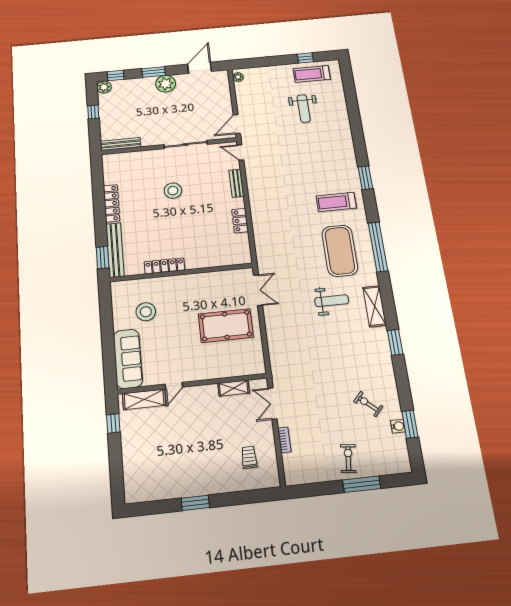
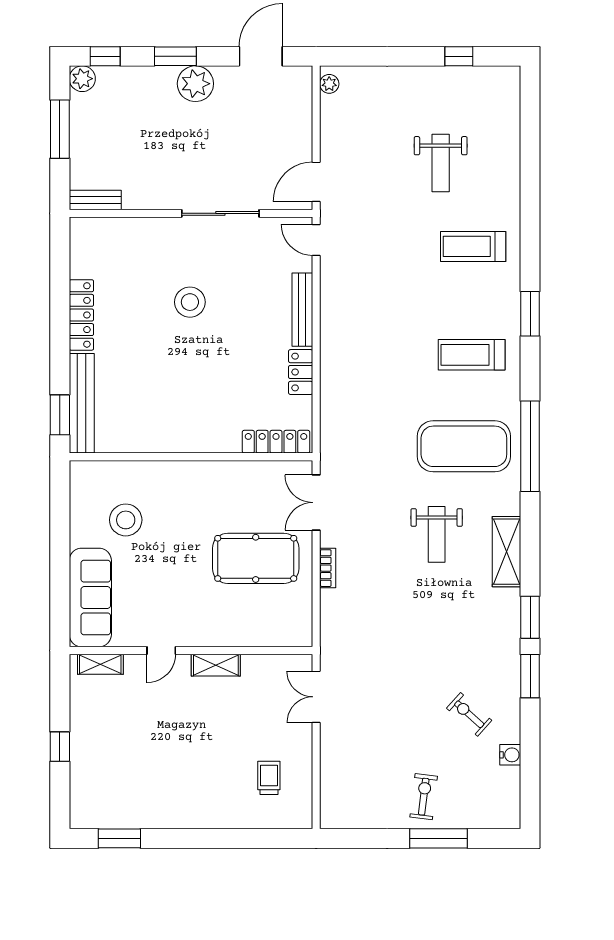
treadmill: (312, 74) -> (473, 246), moved
window: (93, 112) -> (60, 129), width x2.17
bench: (121, 144) -> (95, 200), width x0.73
bench: (236, 183) -> (302, 310), width x1.36
exercise mat: (340, 251) -> (464, 446), turned 90
locker: (164, 266) -> (276, 442), moved
double door: (258, 290) -> (316, 503), swing flipped
weight bench: (332, 301) -> (437, 534), turned 90
shelving: (234, 388) -> (216, 665), moved
shelving: (144, 399) -> (100, 664), width x0.67, depth x0.75
window: (113, 423) -> (60, 747), moved
window: (410, 424) -> (530, 676), moved
bookcase: (284, 440) -> (328, 568), moved
window: (195, 503) -> (119, 838), moved

